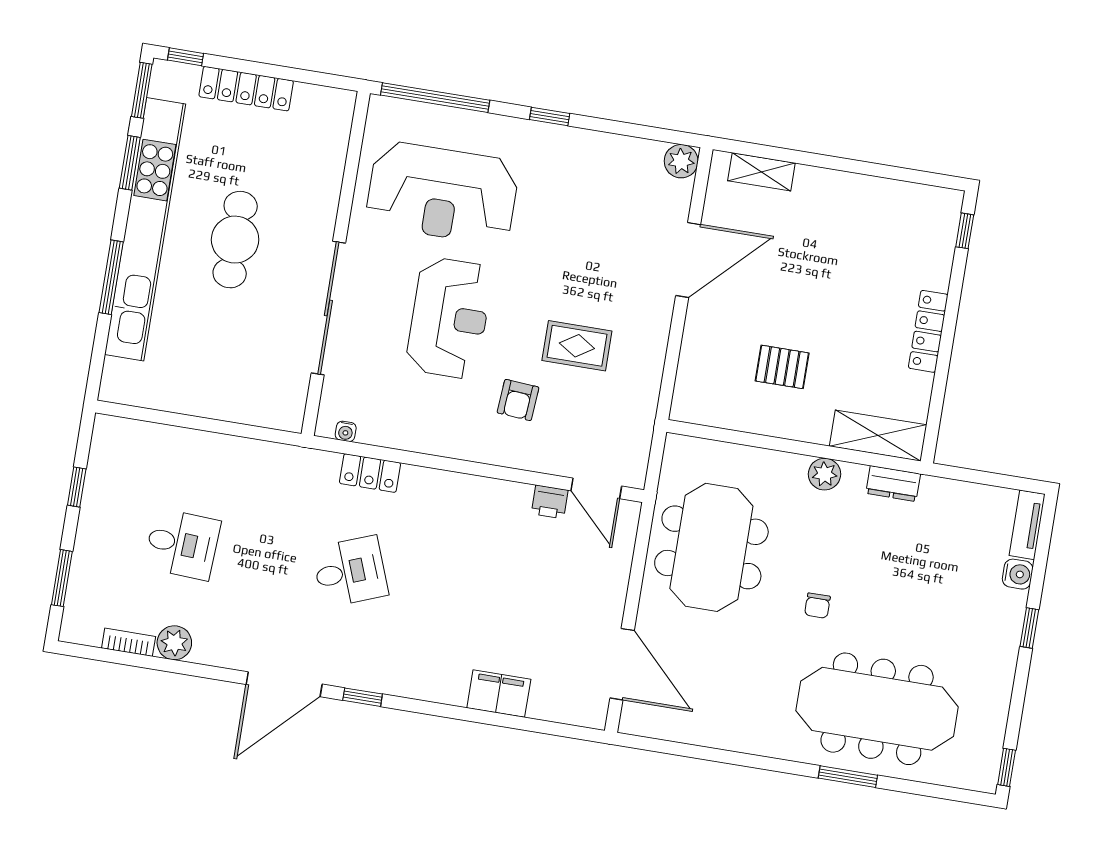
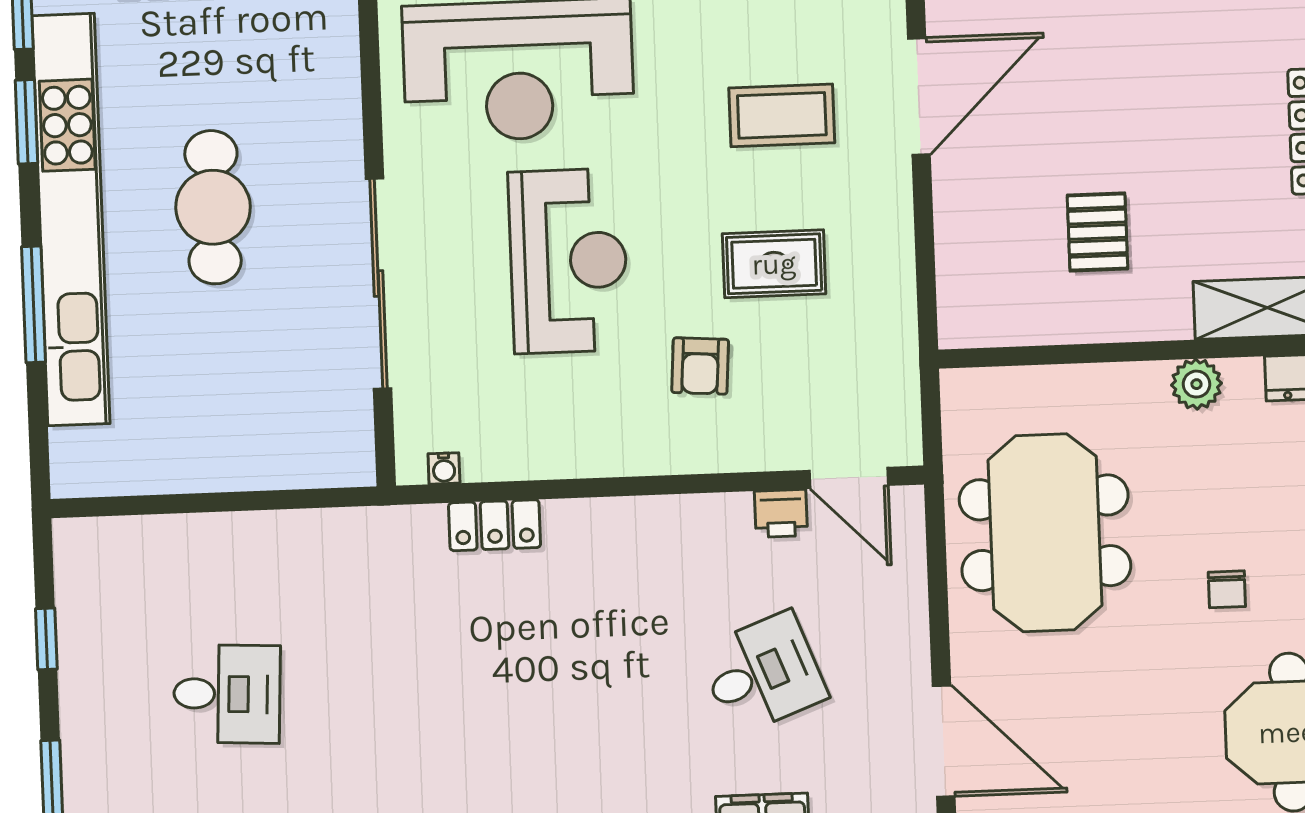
coffee table: (601, 254) -> (782, 115), added
pallet: (782, 367) -> (1097, 232), turned 90
desk: (350, 572) -> (762, 673), moved

